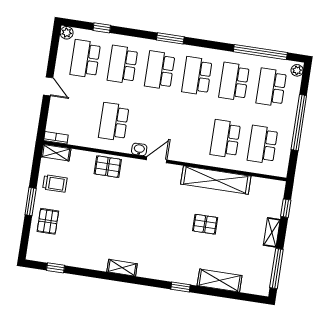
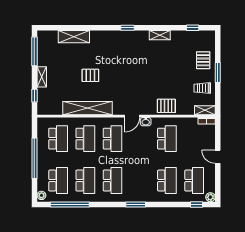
window: (102, 28) -> (196, 204), moved
school desk: (160, 70) -> (113, 139), moved
shelving: (122, 268) -> (160, 35), moved
window: (181, 287) -> (128, 28), moved

